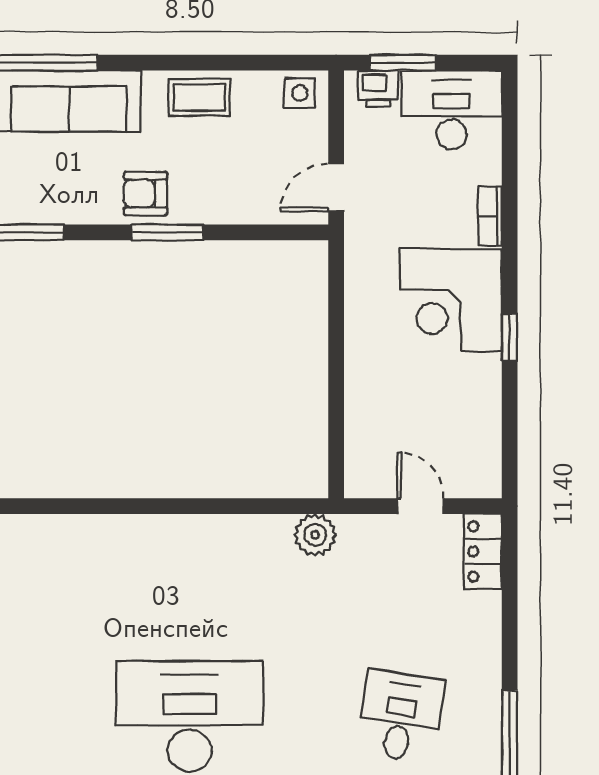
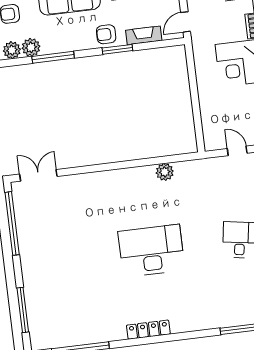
fireplace: (234, 207) -> (144, 35), added
plant: (315, 535) -> (165, 172), moved

